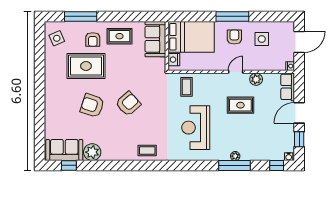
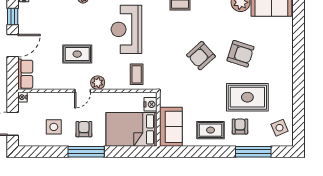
armchair: (234, 37) -> (84, 129), turned 180
plant: (256, 79) -> (98, 83), moved
reception desk: (196, 128) -> (126, 29), turned 180

